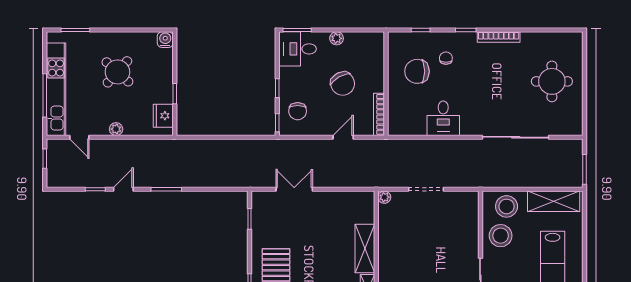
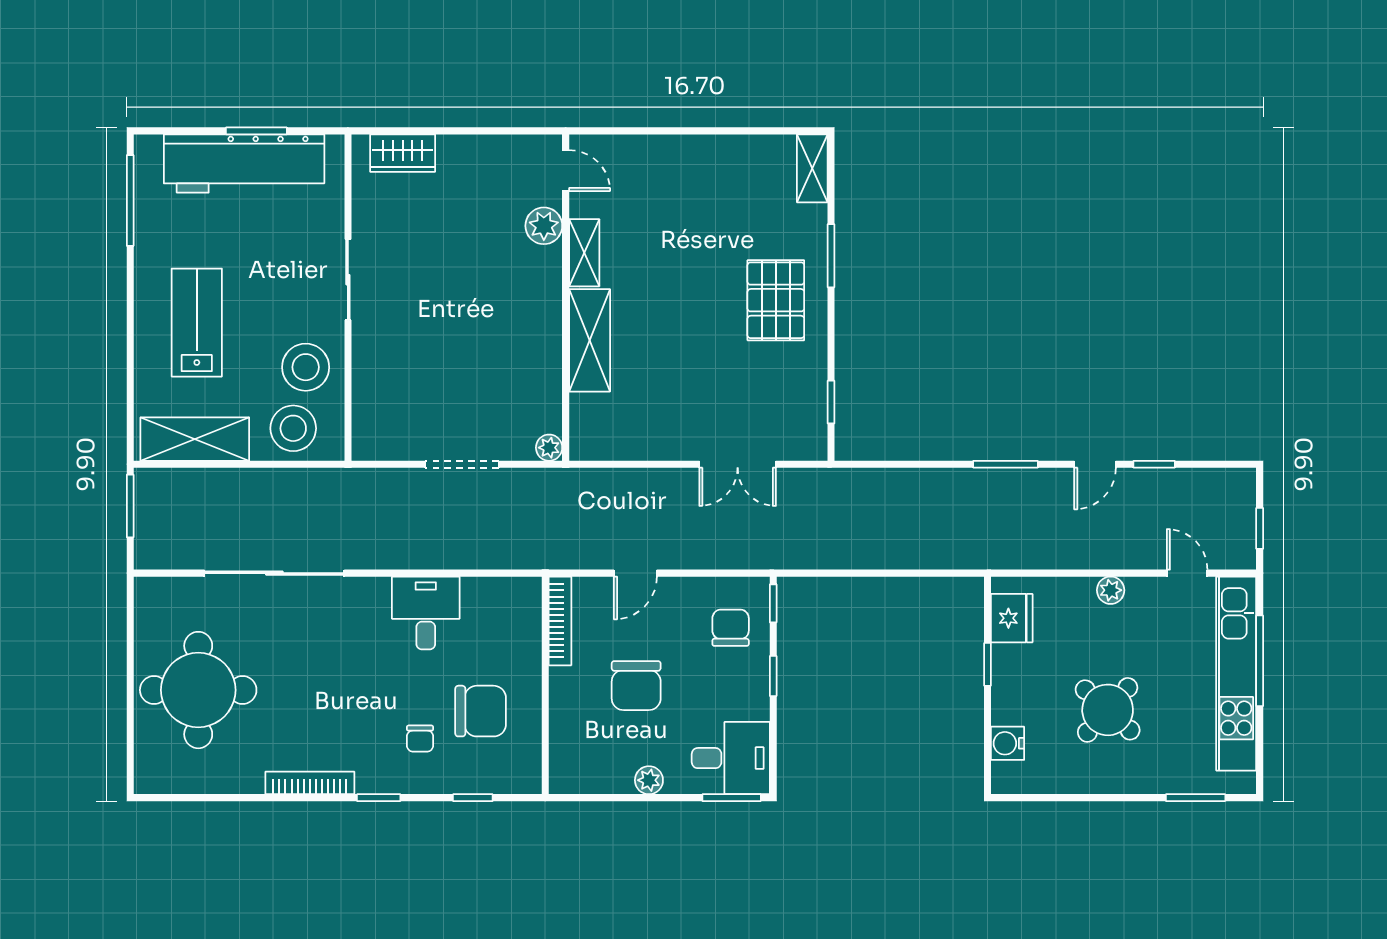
water cooler: (165, 40) -> (1008, 743), moved, turned 90
round table: (552, 81) -> (198, 690), width x1.36, depth x1.36
chair: (343, 84) -> (636, 686), turned -151

